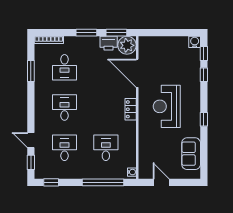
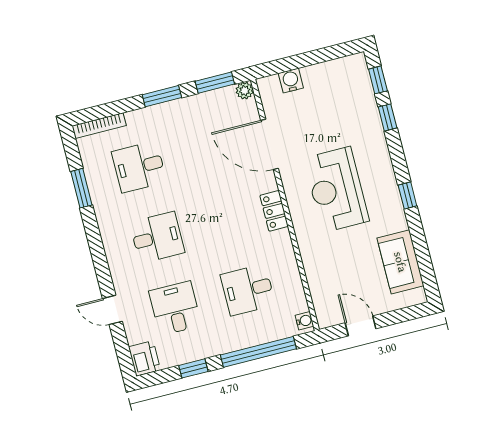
water cooler: (195, 42) -> (291, 81), moved
printer: (109, 43) -> (145, 358), moved, turned -90
plant: (127, 45) -> (245, 91), width x0.53, depth x0.53
desk: (65, 67) -> (139, 167), turned 90
desk: (65, 108) -> (157, 237), turned 90
desk: (106, 148) -> (248, 290), turned -90
window: (31, 162) -> (122, 349), removed
window: (51, 182) -> (193, 368), moved

